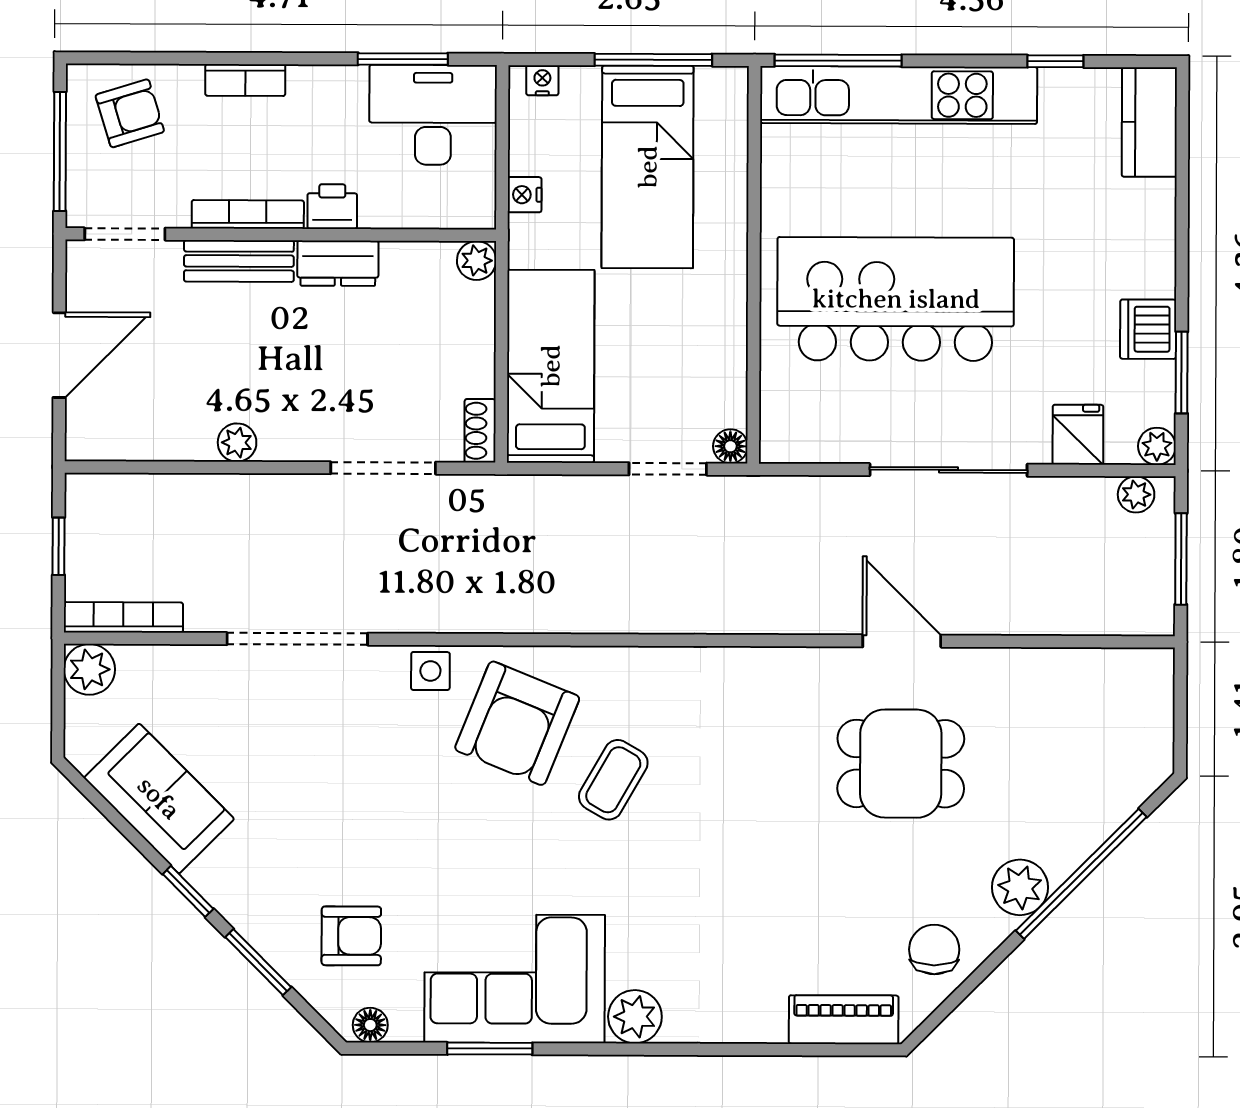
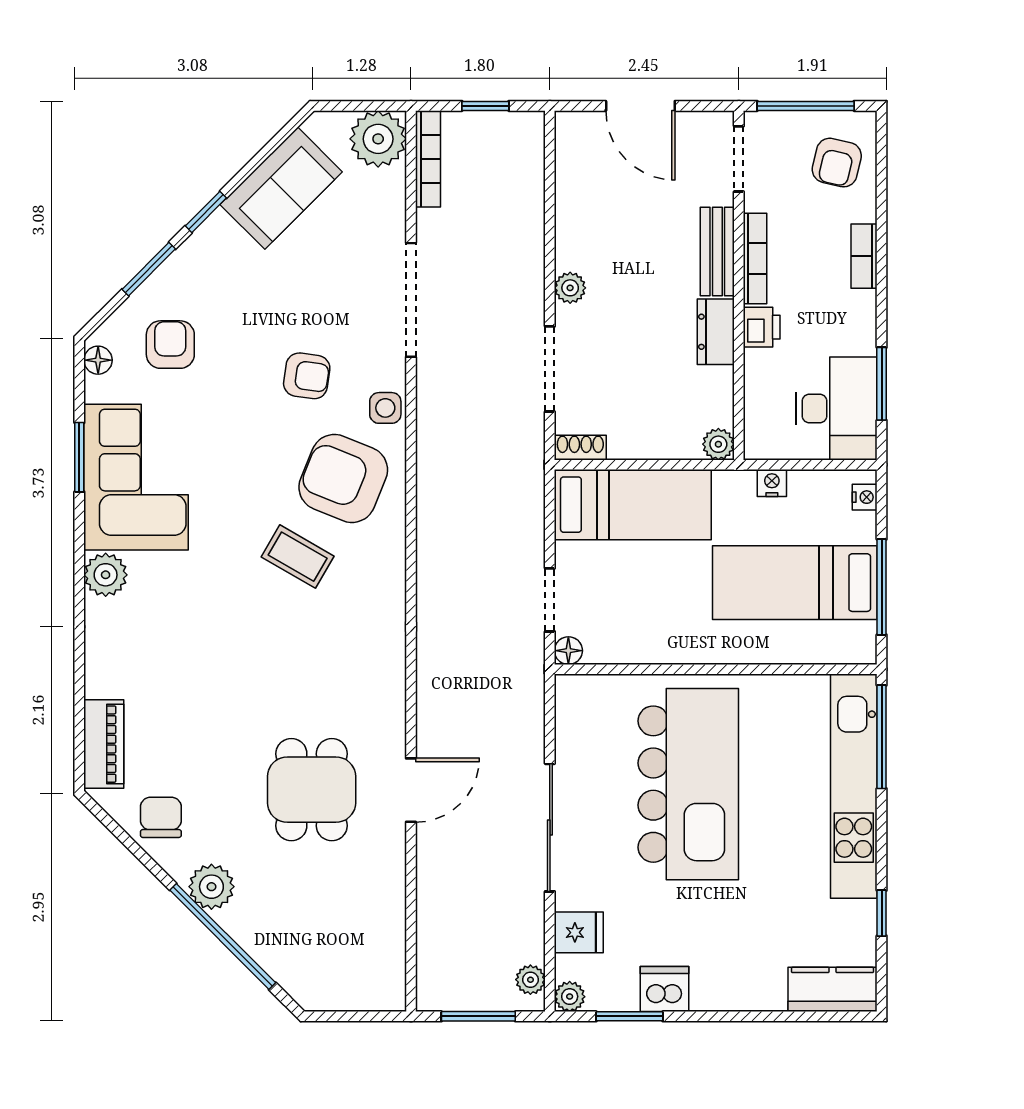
armchair: (130, 113) -> (837, 163), turned 30
plant: (237, 443) -> (570, 288), moved
plant: (89, 669) -> (378, 139), width x1.36, depth x1.36
armchair: (390, 768) -> (307, 376), added
armchair: (351, 936) -> (170, 345), turned 180
chair: (934, 950) -> (161, 817), turned -90

